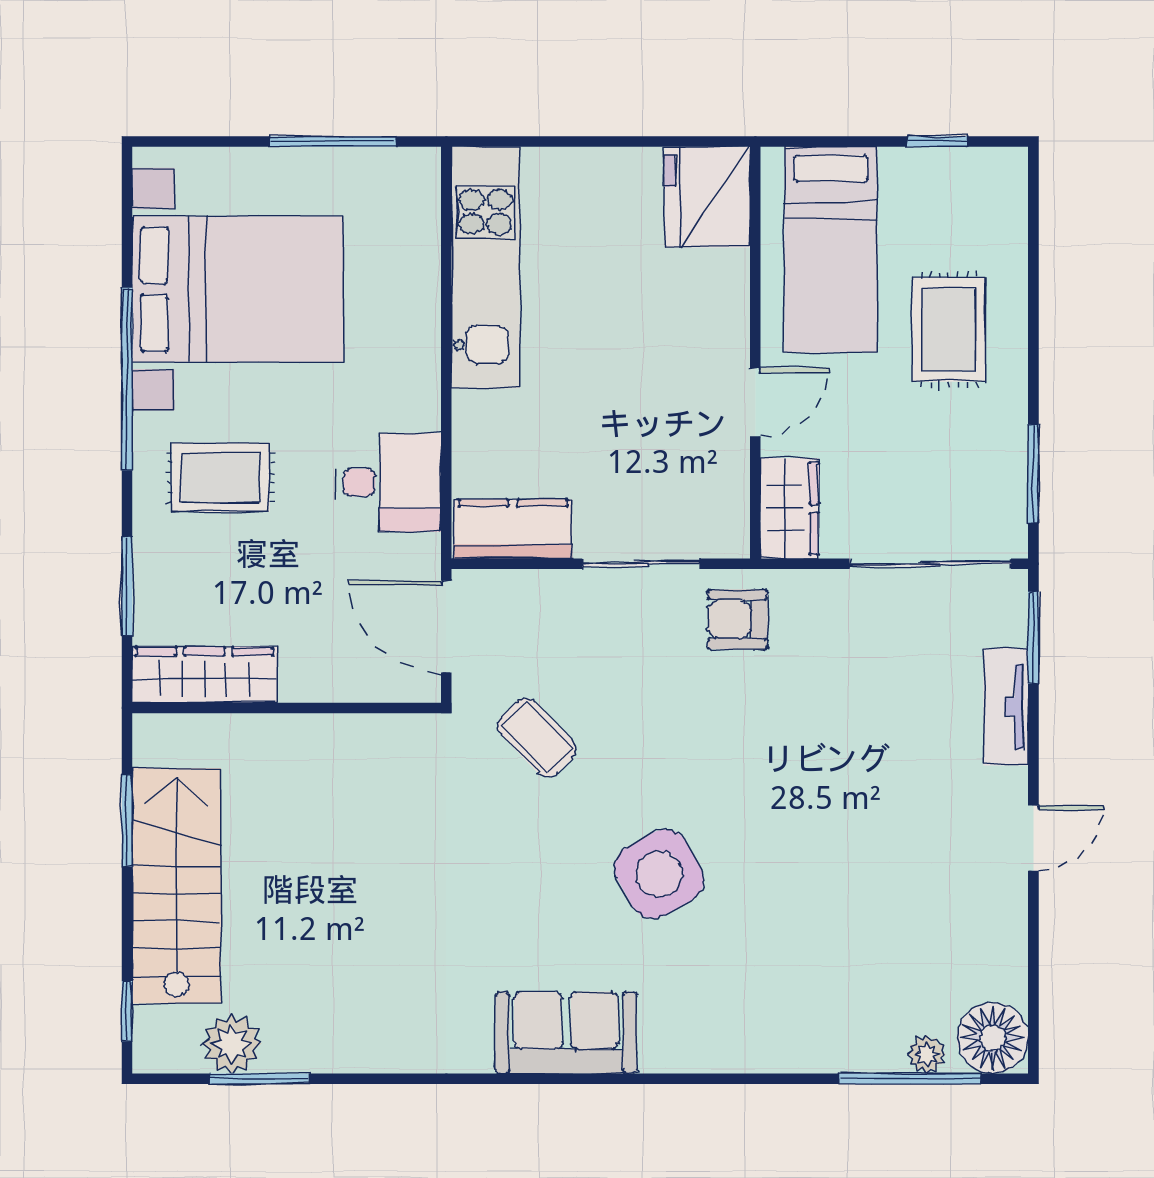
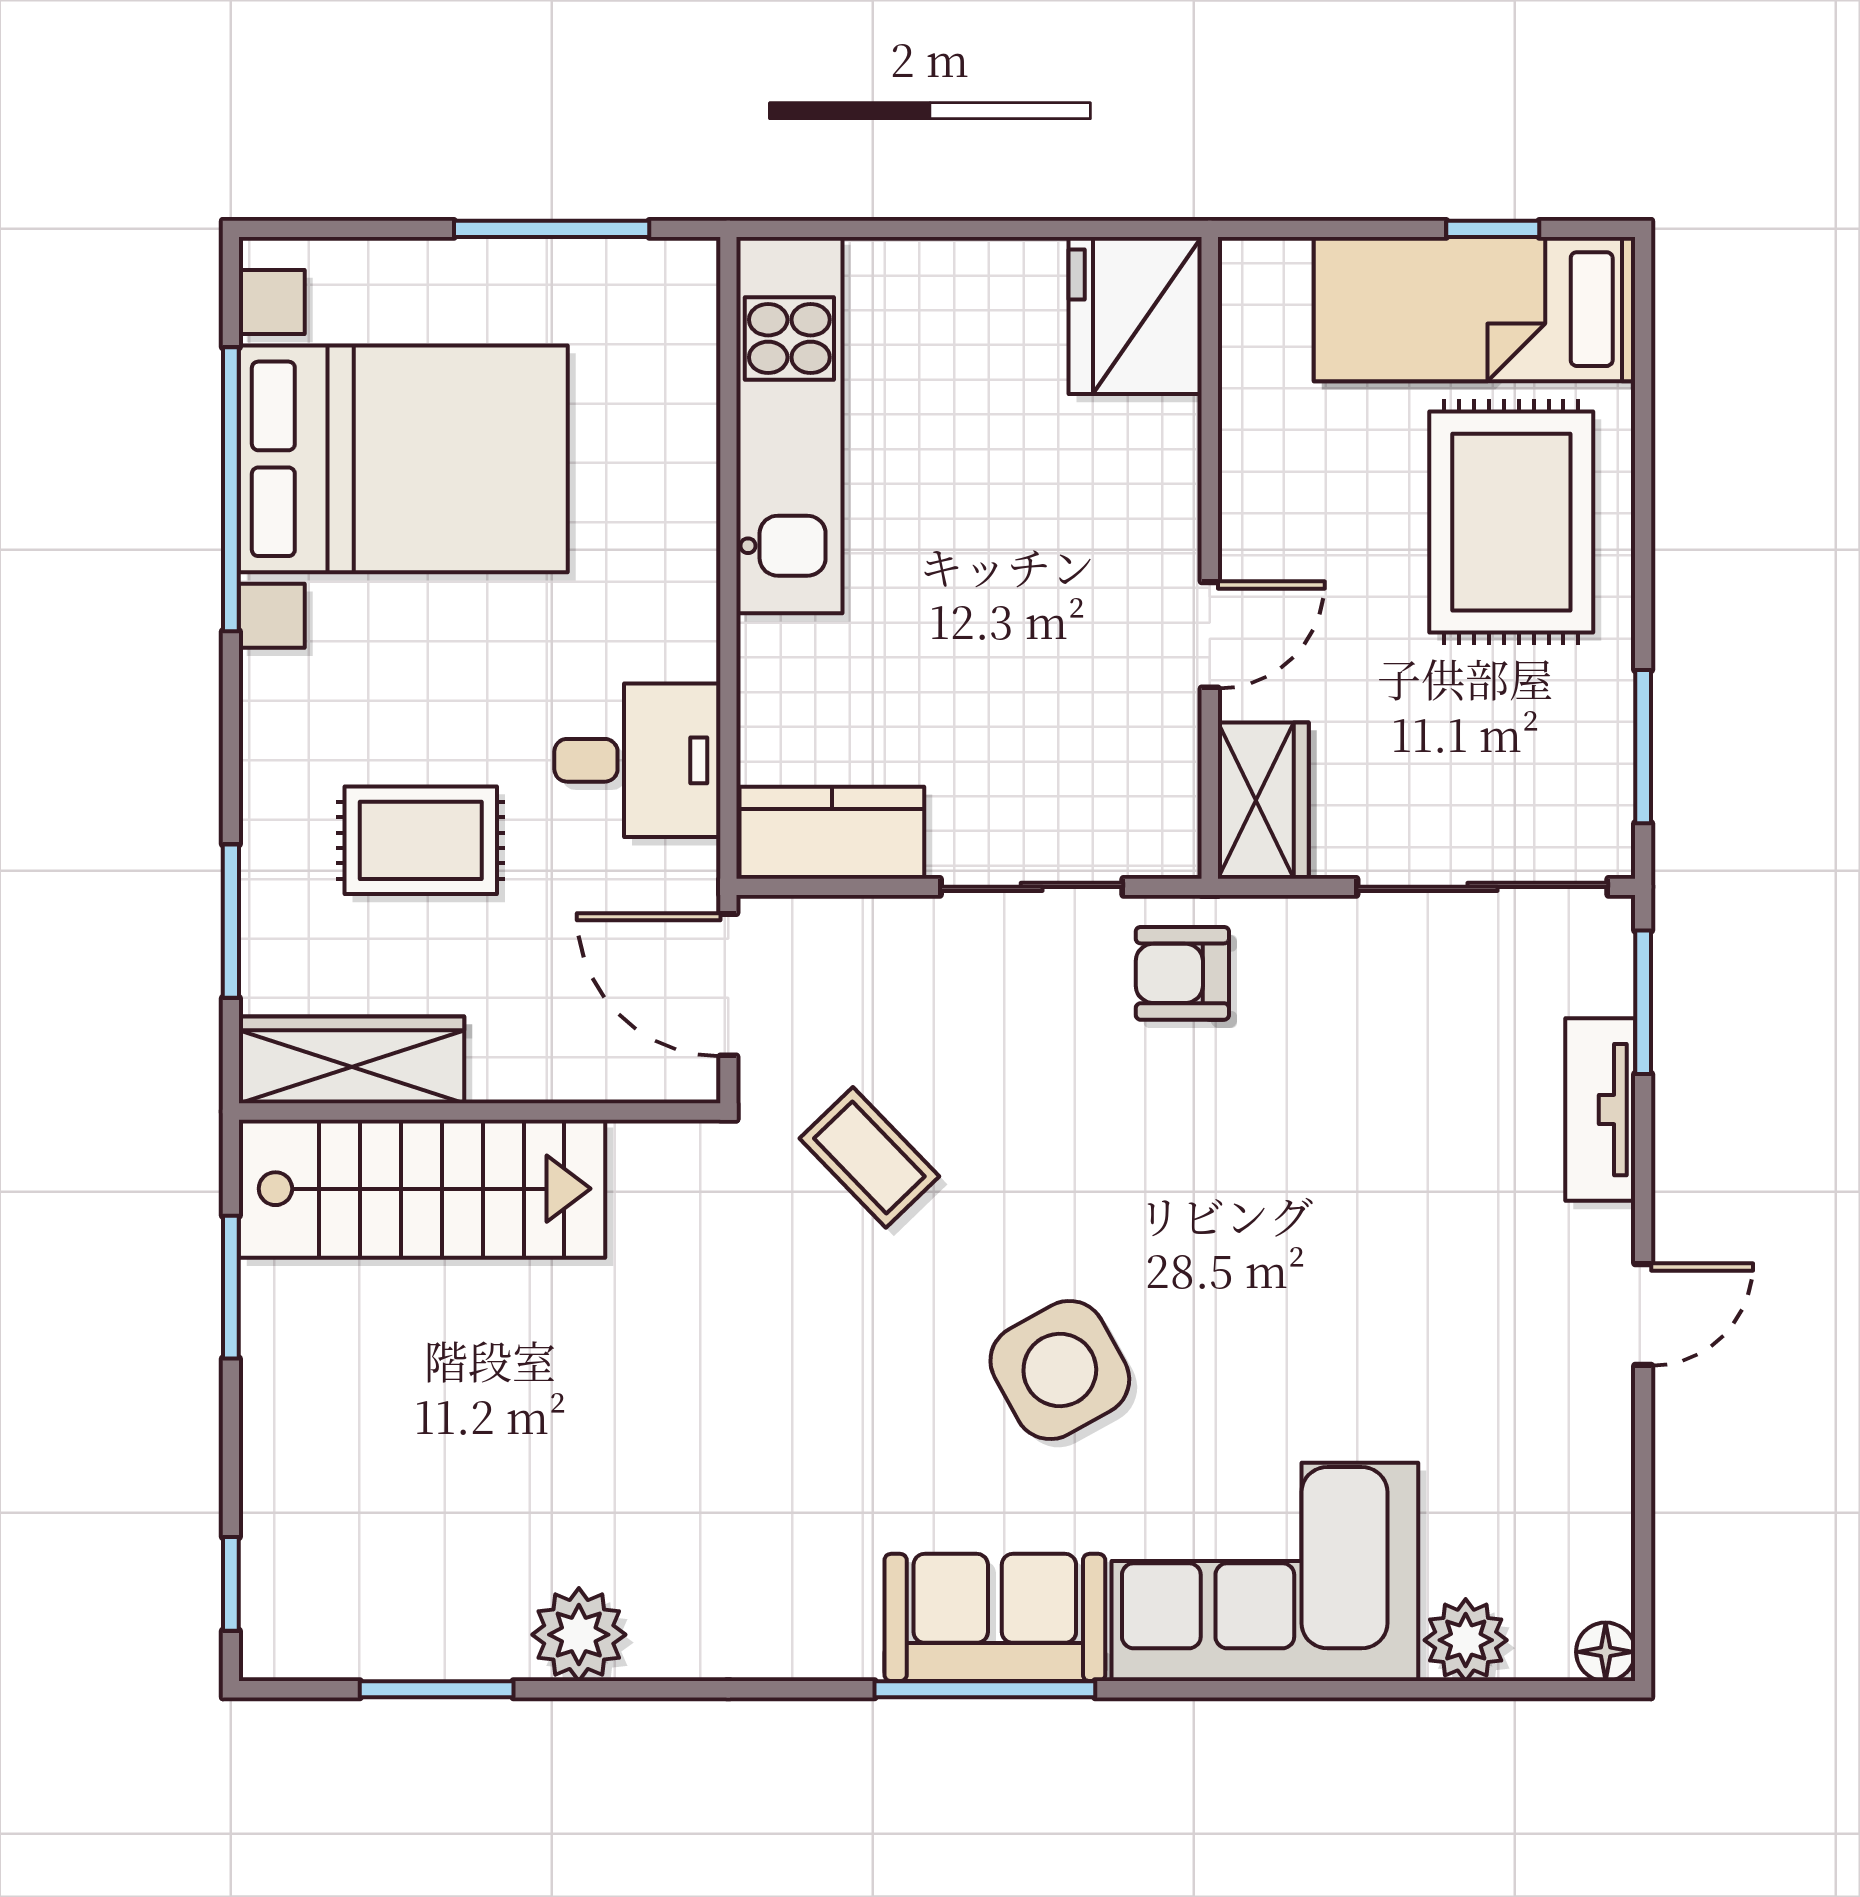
bed: (831, 250) -> (1474, 309), moved, turned 90
rug: (949, 330) -> (1511, 522), width x1.36, depth x1.43
window: (127, 379) -> (231, 489), moved
rug: (221, 477) -> (421, 840), moved
stairs: (176, 886) -> (422, 1189), moved, turned 90
corner sofa: (791, 1003) -> (1265, 1572), added
sofa: (566, 1033) -> (995, 1617), moved
floor lamp: (993, 1038) -> (1606, 1652), width x0.53, depth x0.53
plant: (232, 1044) -> (579, 1635), moved
plant: (927, 1054) -> (1466, 1640), width x1.38, depth x1.38
window: (910, 1079) -> (985, 1689), moved

